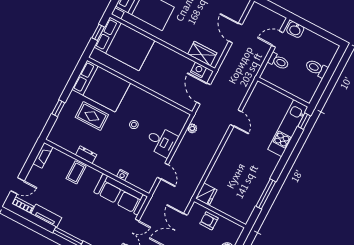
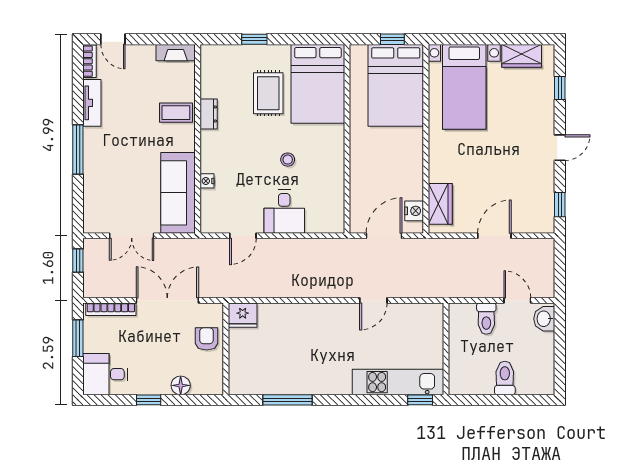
plant: (192, 128) -> (326, 246), removed

